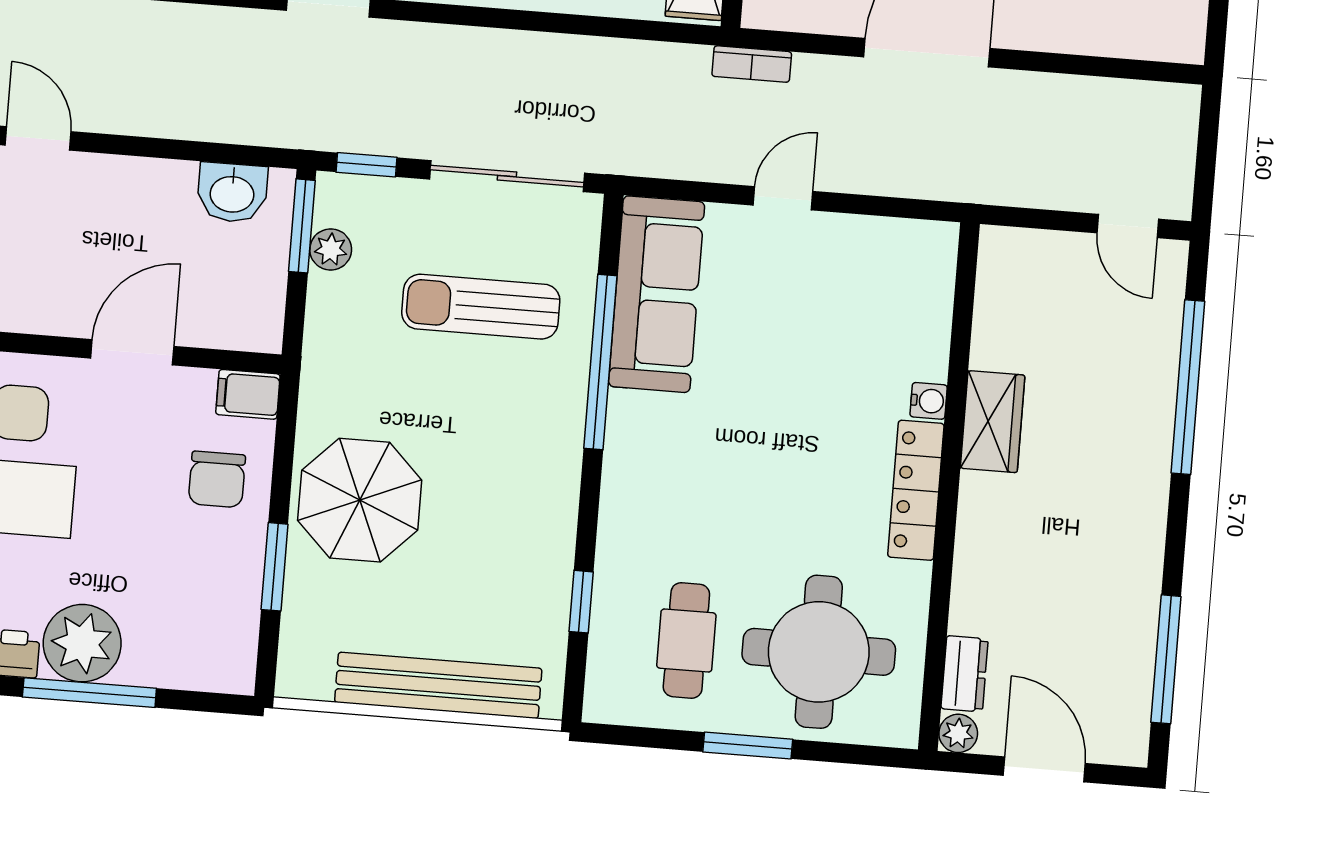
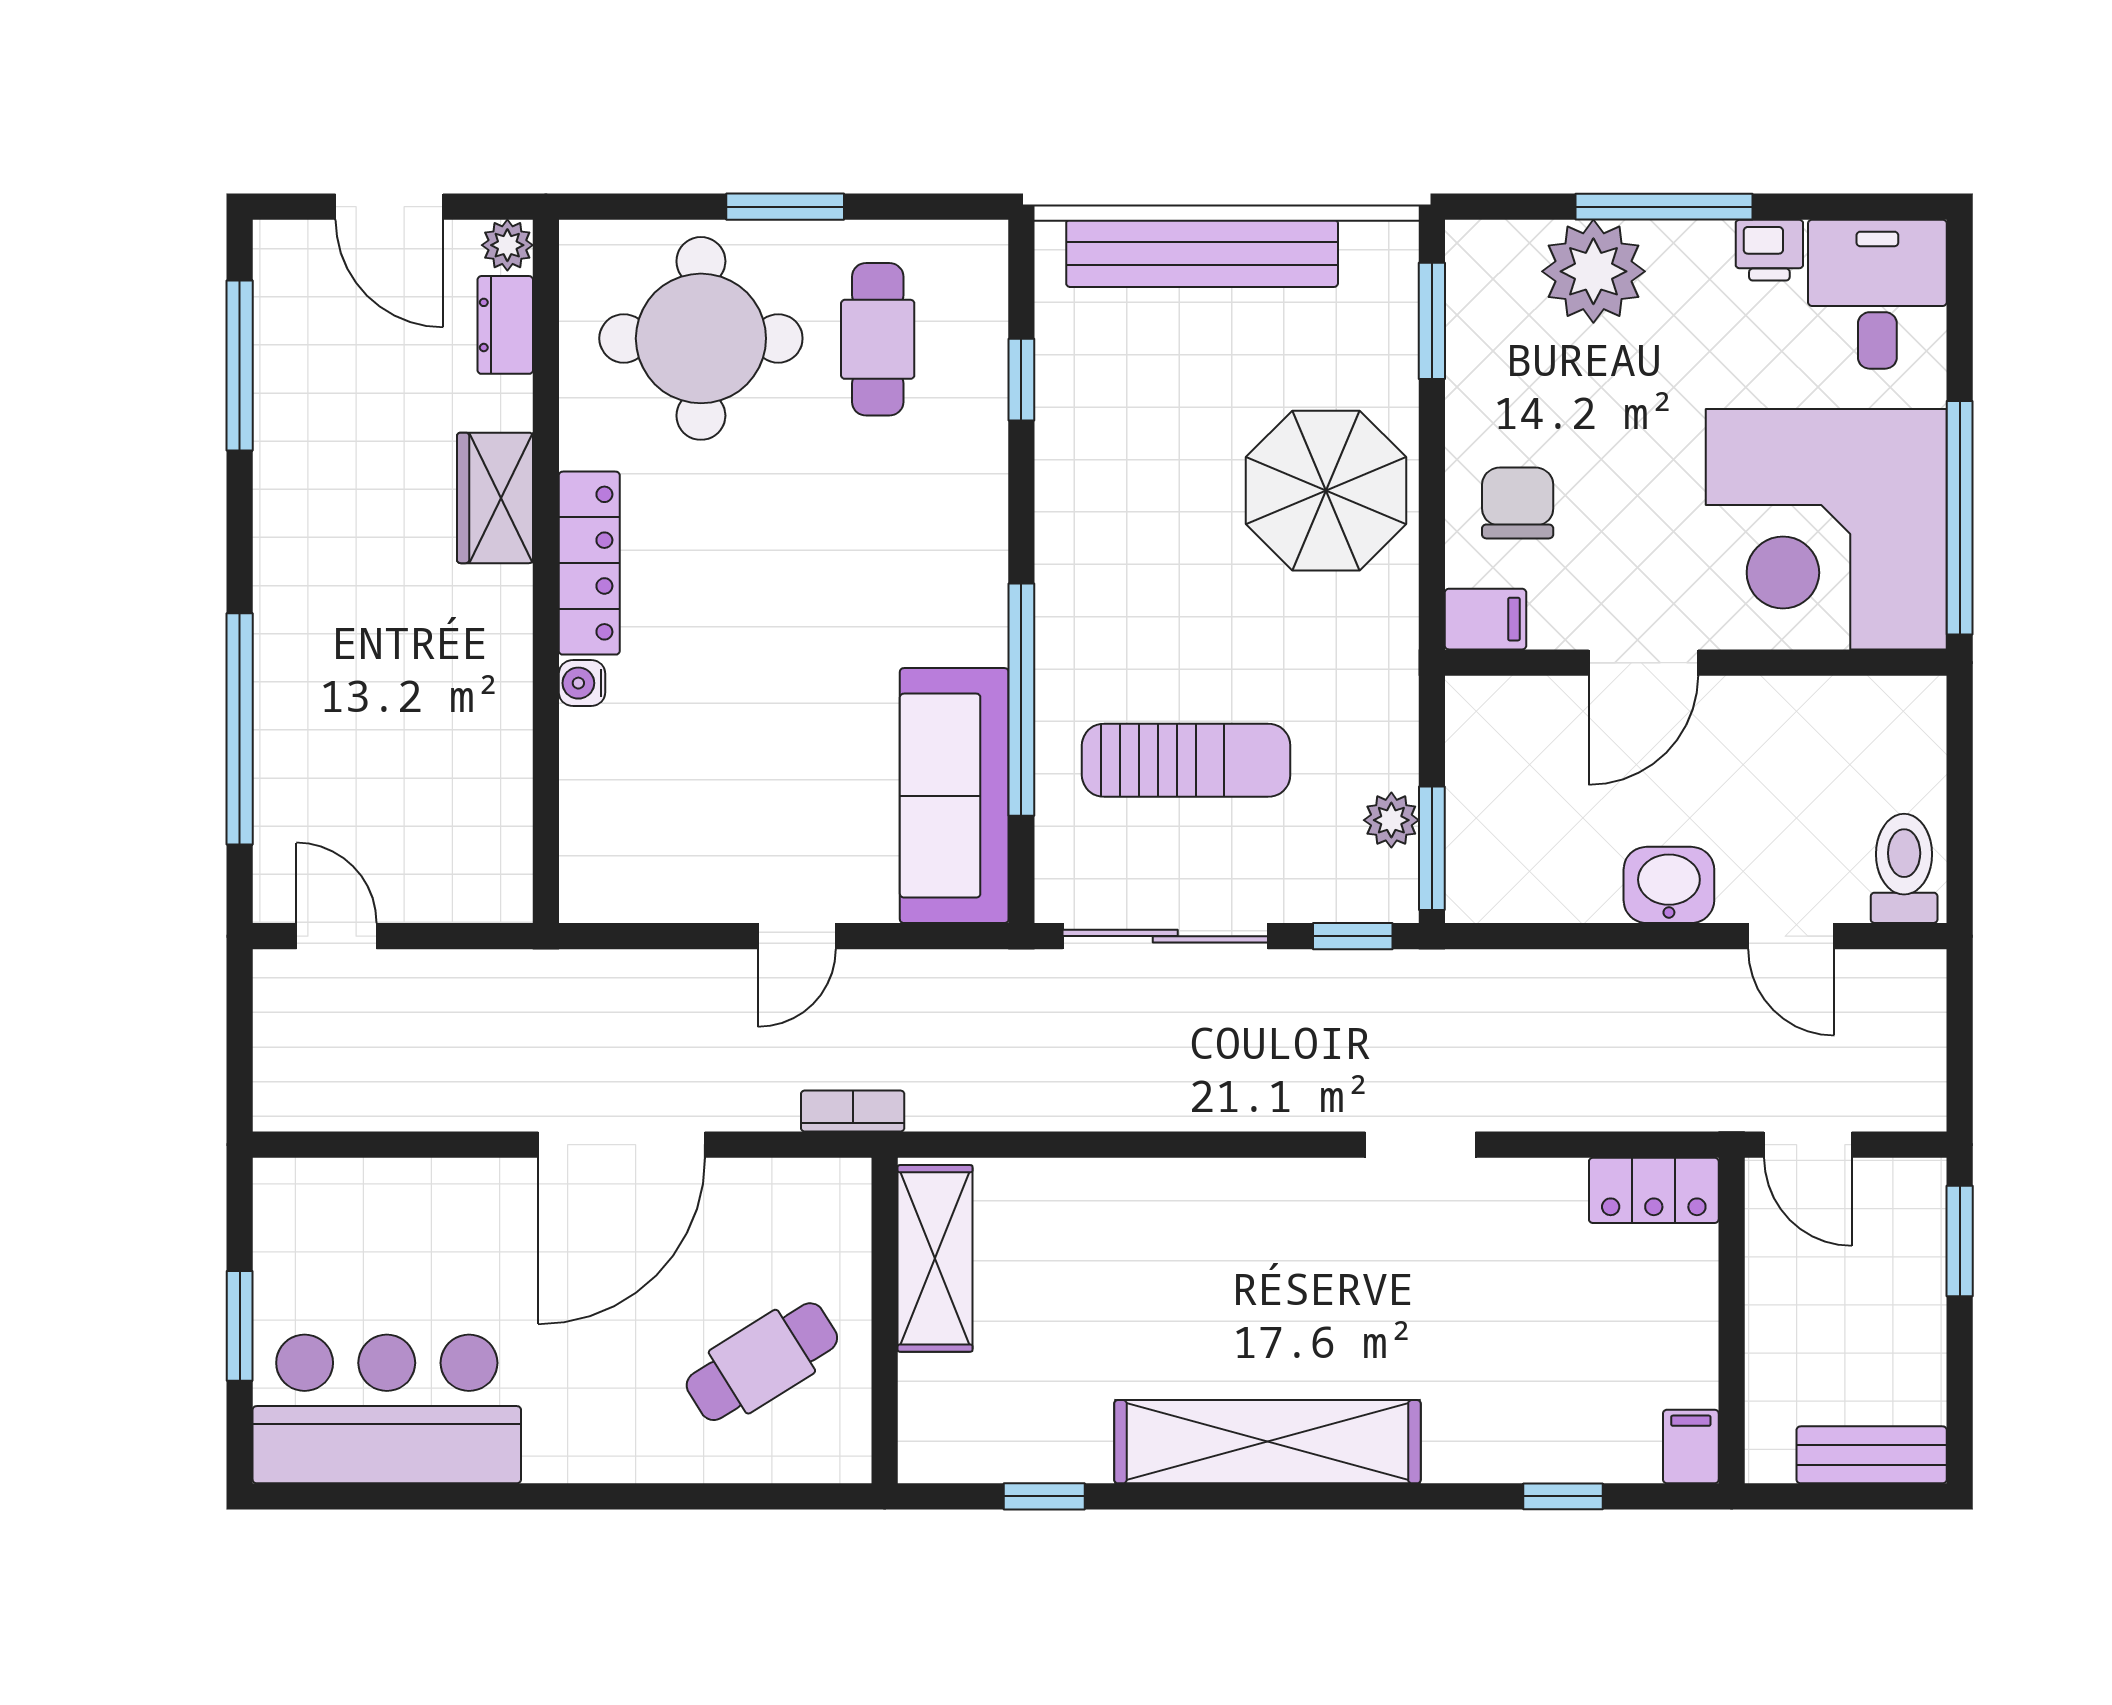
washbasin: (232, 193) -> (1669, 885), moved
wardrobe: (993, 422) -> (495, 498), moved
window: (275, 567) -> (1432, 321), moved
plant: (82, 643) -> (1593, 271), moved

